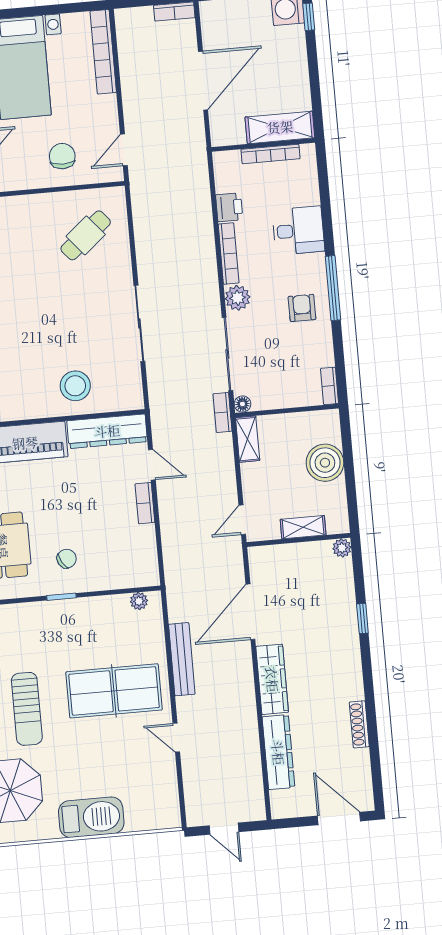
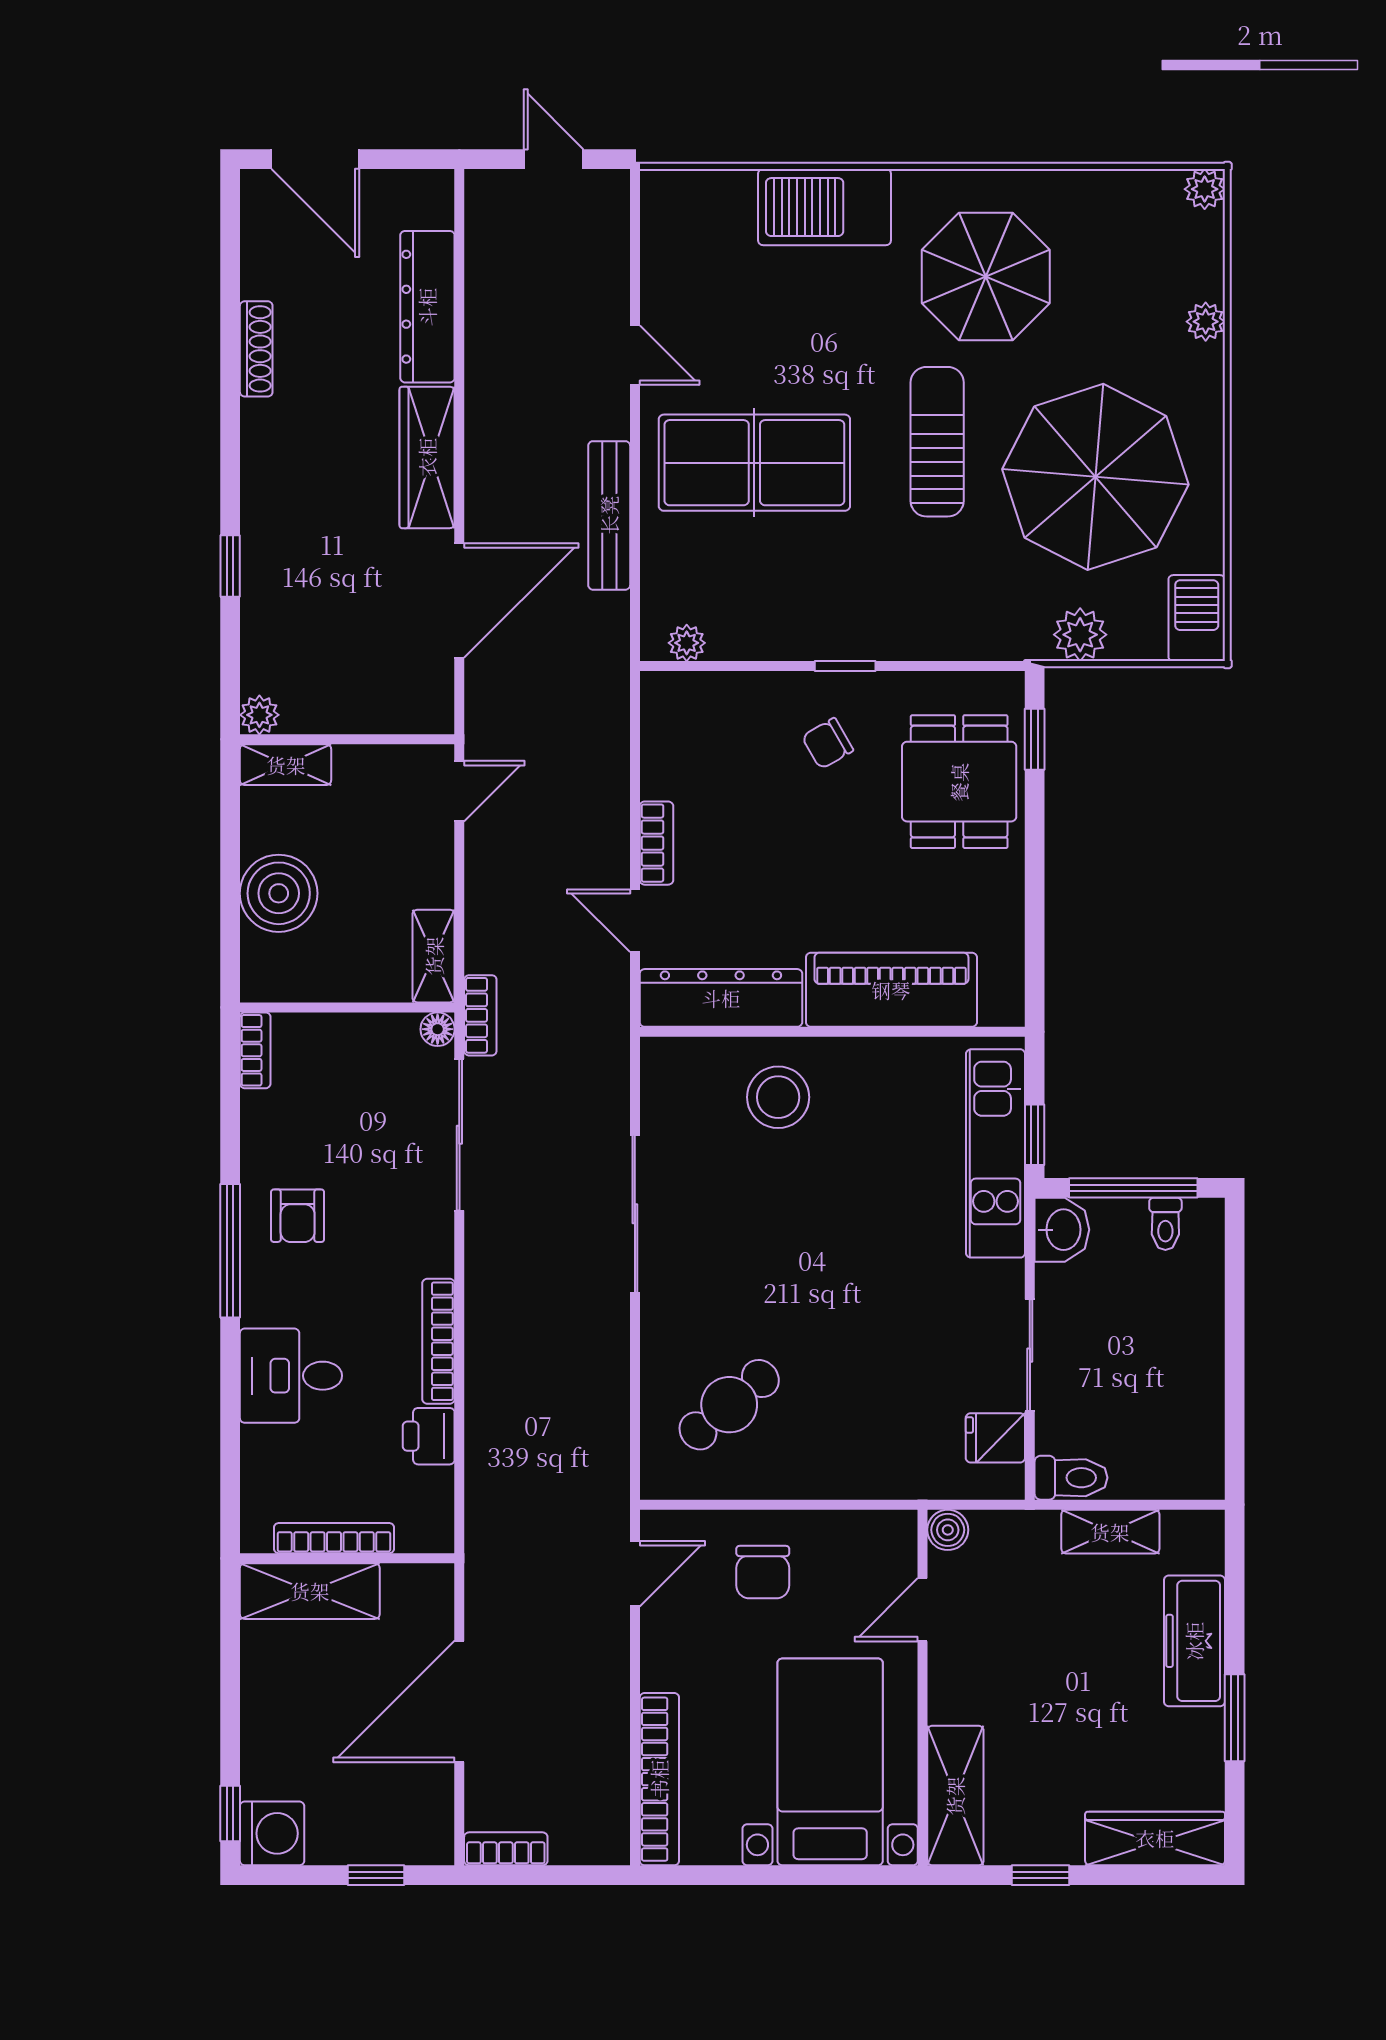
plant: (238, 298) -> (428, 1248), removed
shelving: (303, 527) -> (286, 765), moved

